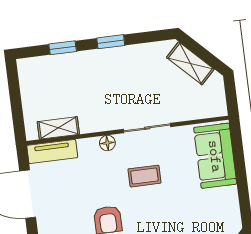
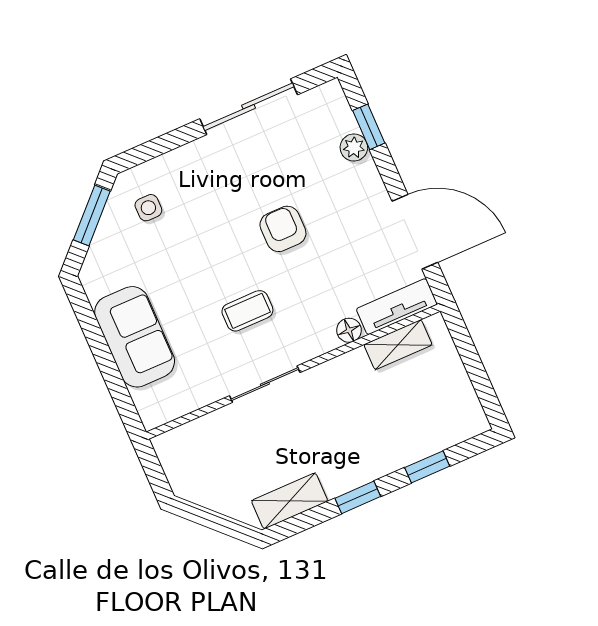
shelving: (190, 63) -> (290, 501), moved, turned -45
floor lamp: (107, 143) -> (349, 330), moved
sofa: (215, 156) -> (135, 337), moved

